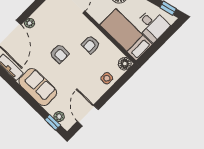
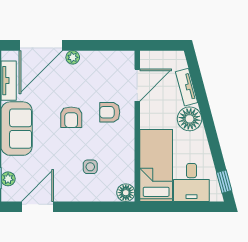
armchair: (91, 44) -> (110, 112), moved
side table: (107, 78) -> (90, 167), moved

